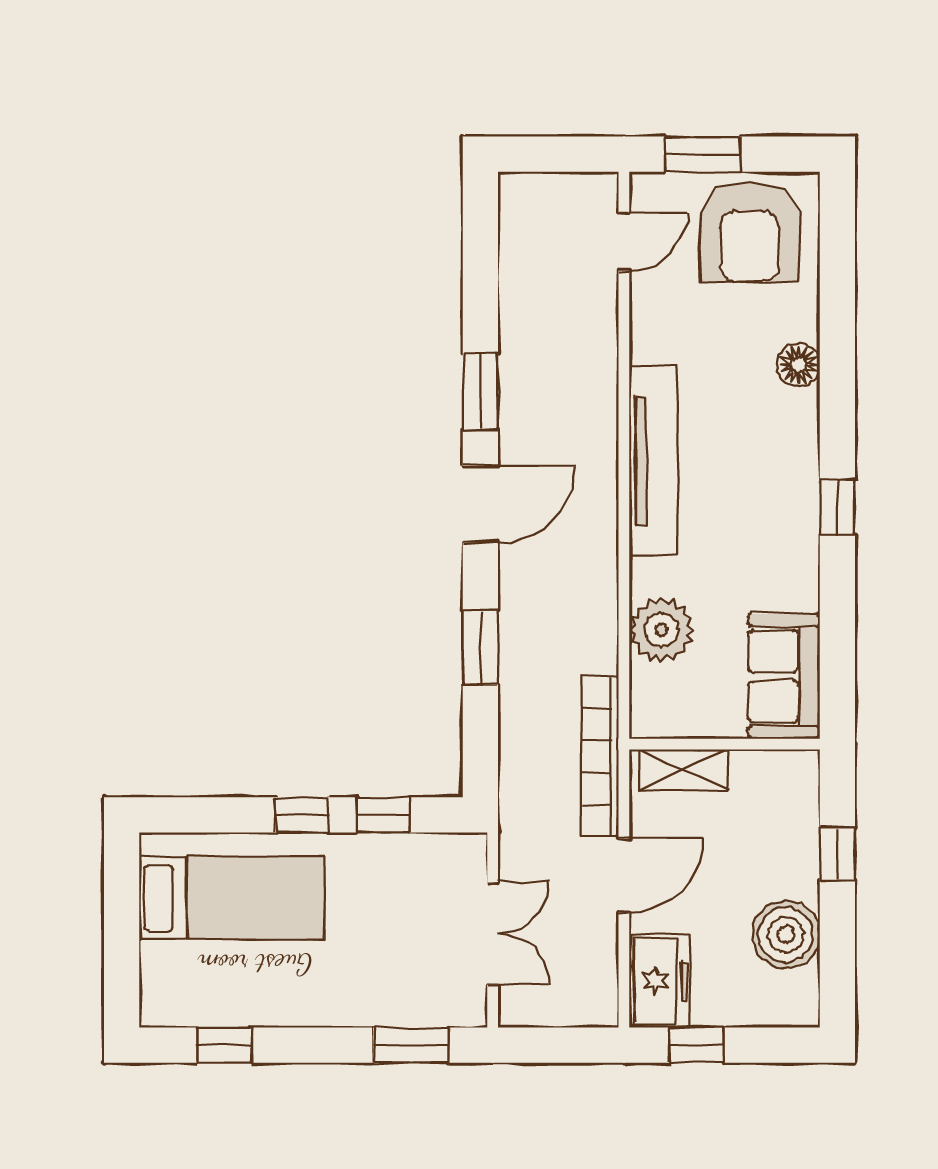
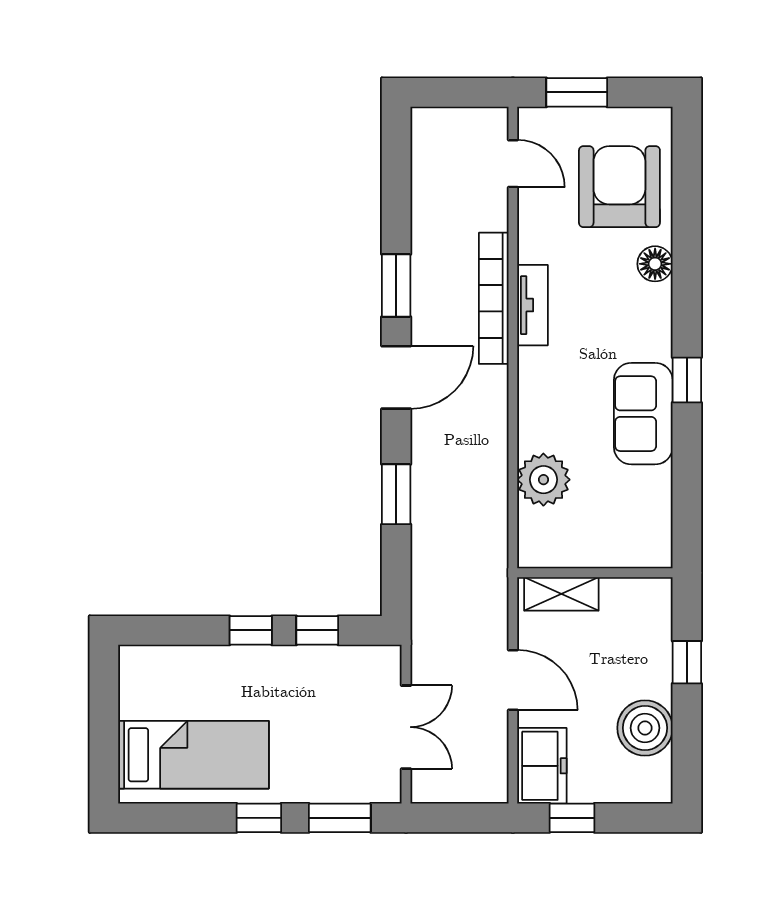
armchair: (750, 232) -> (619, 187), moved, turned 180
door: (624, 242) -> (513, 164), hinge flipped
tv unit: (653, 461) -> (533, 305), width x0.52, depth x0.78
sofa: (784, 676) -> (643, 414), moved
bookcase: (600, 756) -> (494, 298), moved
door: (624, 876) -> (513, 680), hinge flipped
bed: (232, 898) -> (193, 755), moved
window: (224, 1045) -> (259, 818), moved

